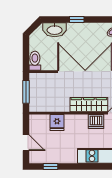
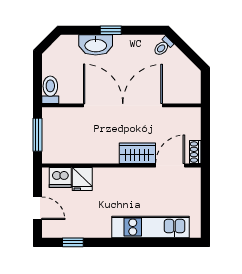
washbasin: (55, 30) -> (96, 45), moved
wardrobe: (89, 105) -> (137, 153), width x0.67
dishwasher: (96, 121) -> (60, 177), moved

